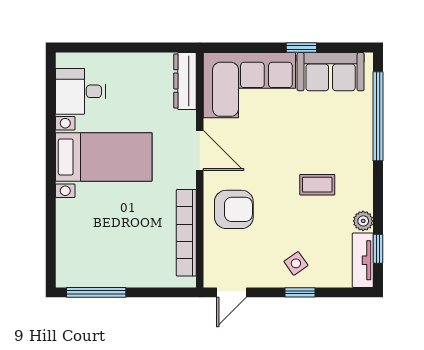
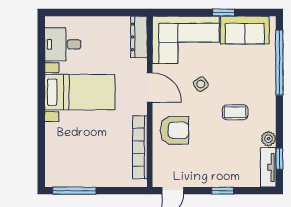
side table: (296, 263) -> (201, 84), moved

